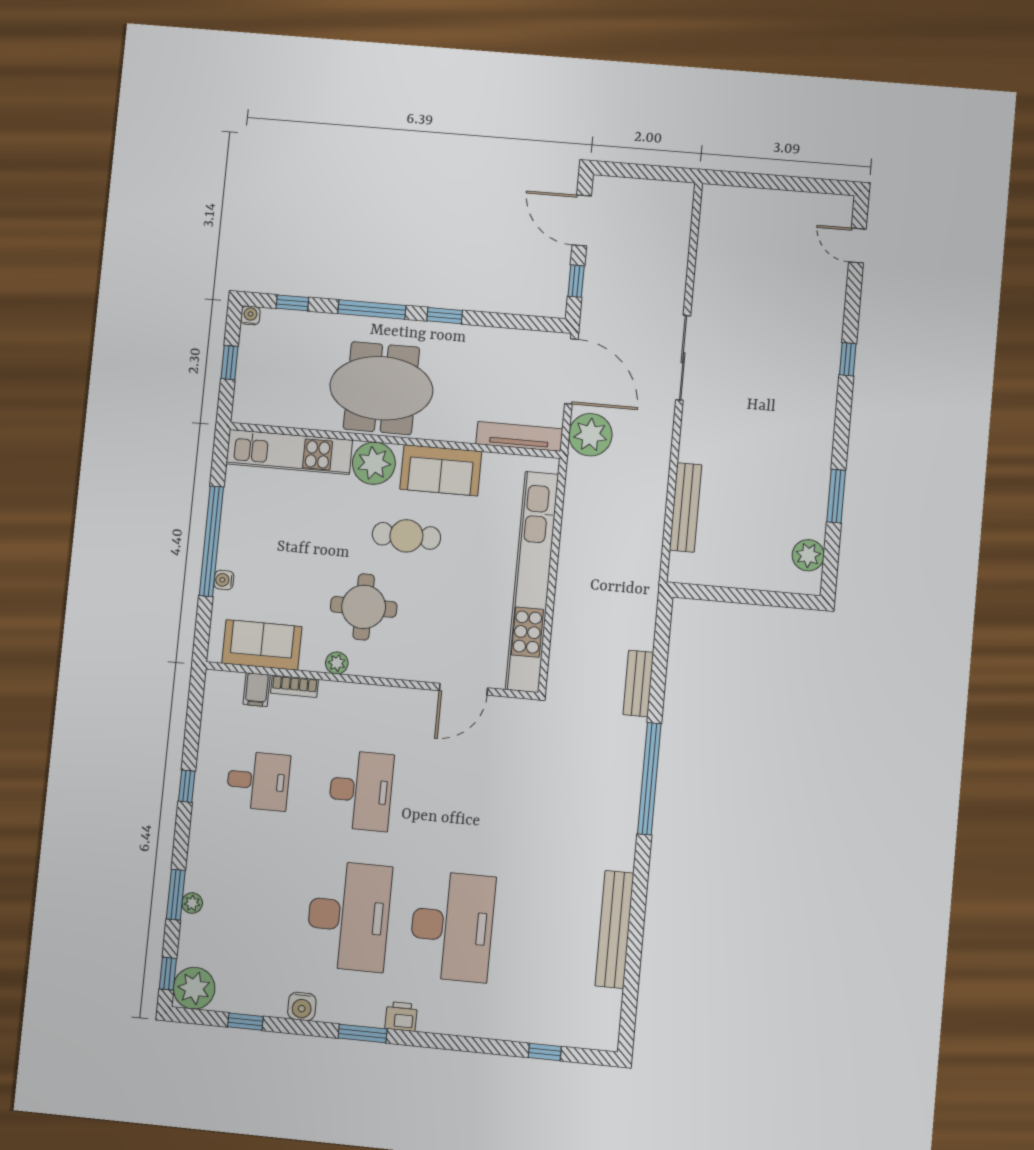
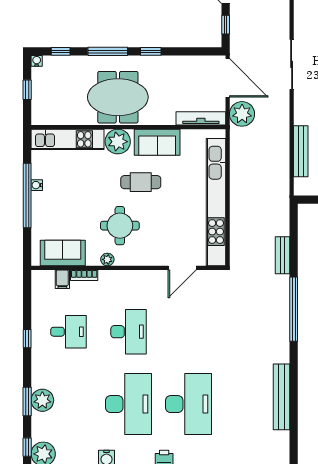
water cooler: (224, 580) -> (37, 185), moved
plant: (192, 903) -> (42, 400), width x1.88, depth x1.88

